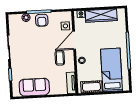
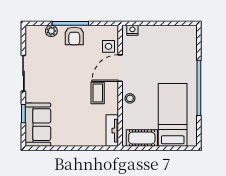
wardrobe: (101, 15) -> (162, 34), removed
sofa: (34, 87) -> (38, 125), moved, turned 90

